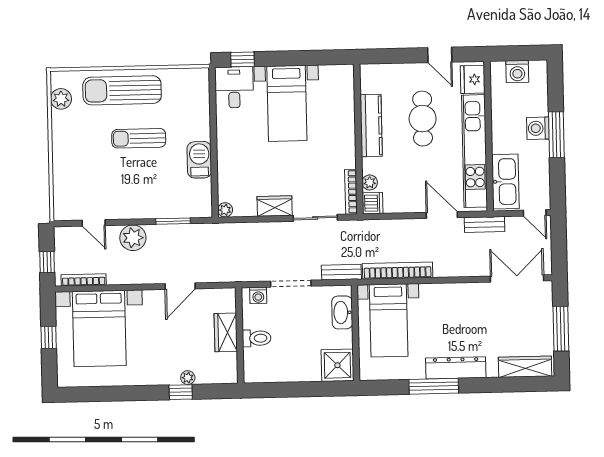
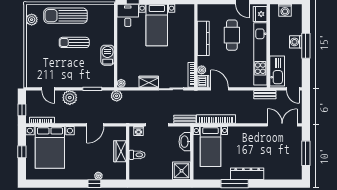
door: (442, 215) -> (220, 89), moved
plant: (217, 233) -> (117, 96), added
wardrobe: (525, 367) -> (286, 174), removed

